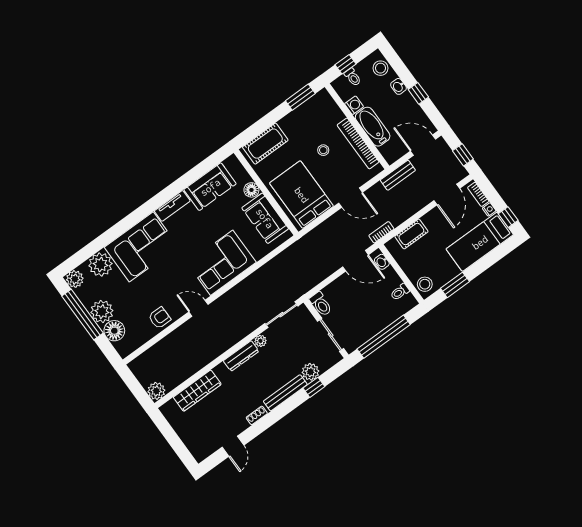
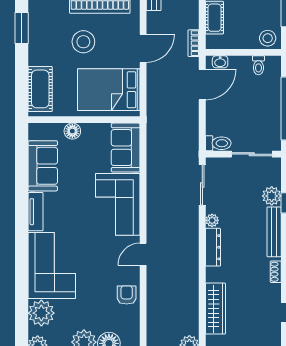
stool: (323, 150) -> (83, 42), width x1.89, depth x1.89
sofa: (265, 218) -> (126, 148), moved, turned 90

